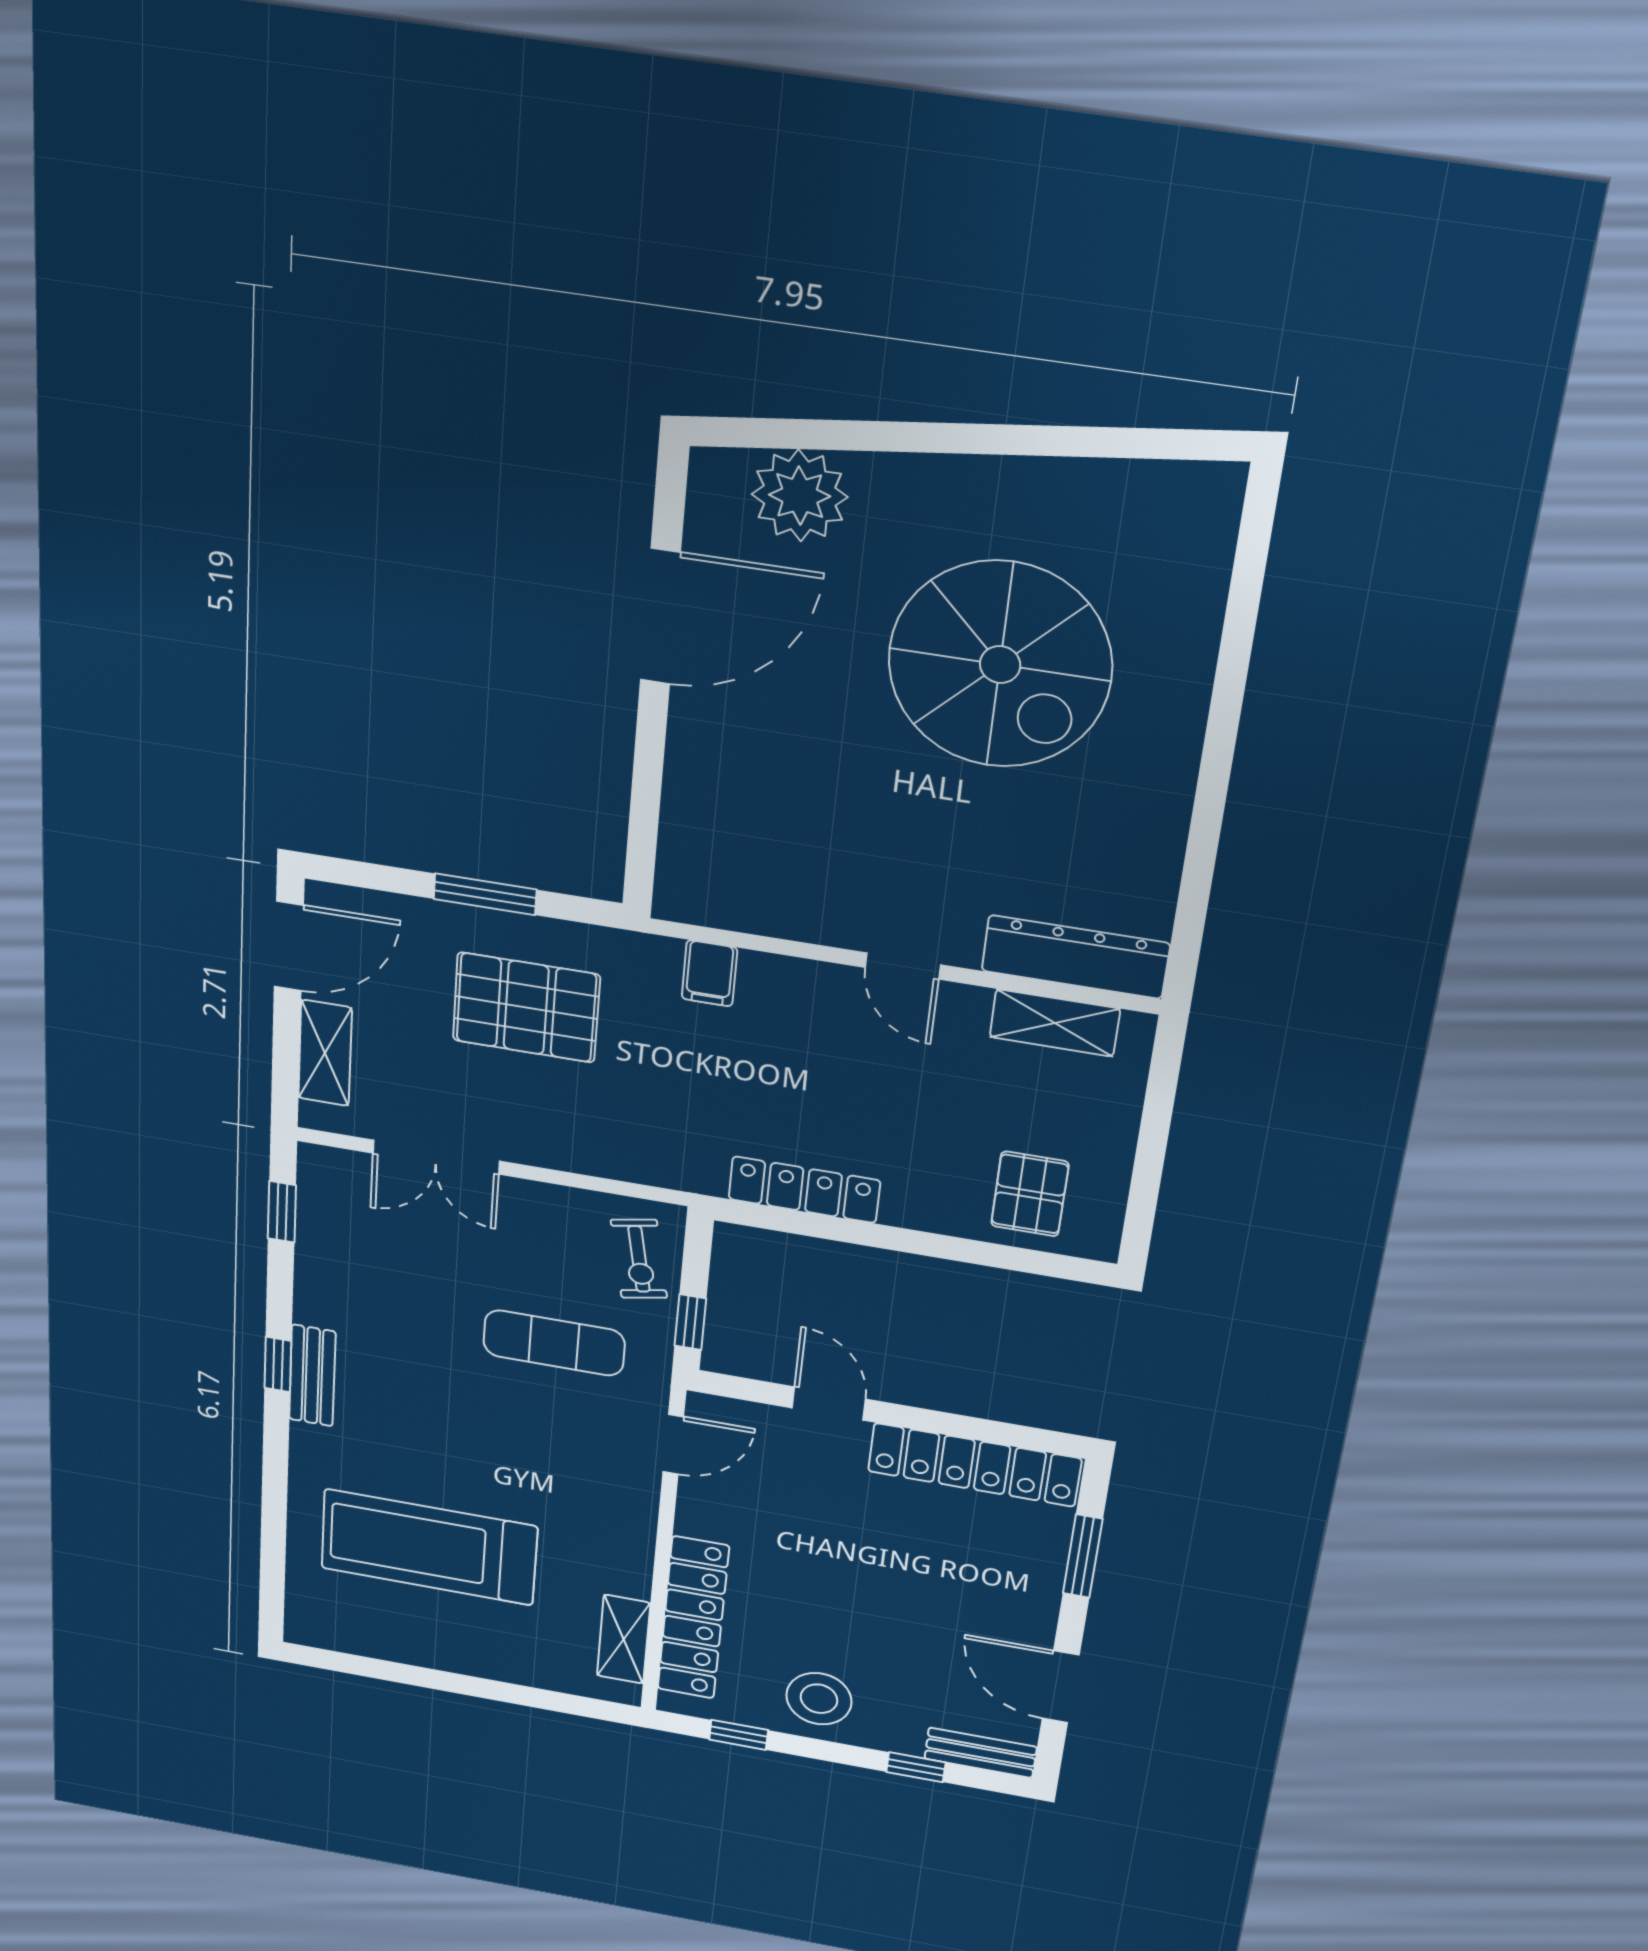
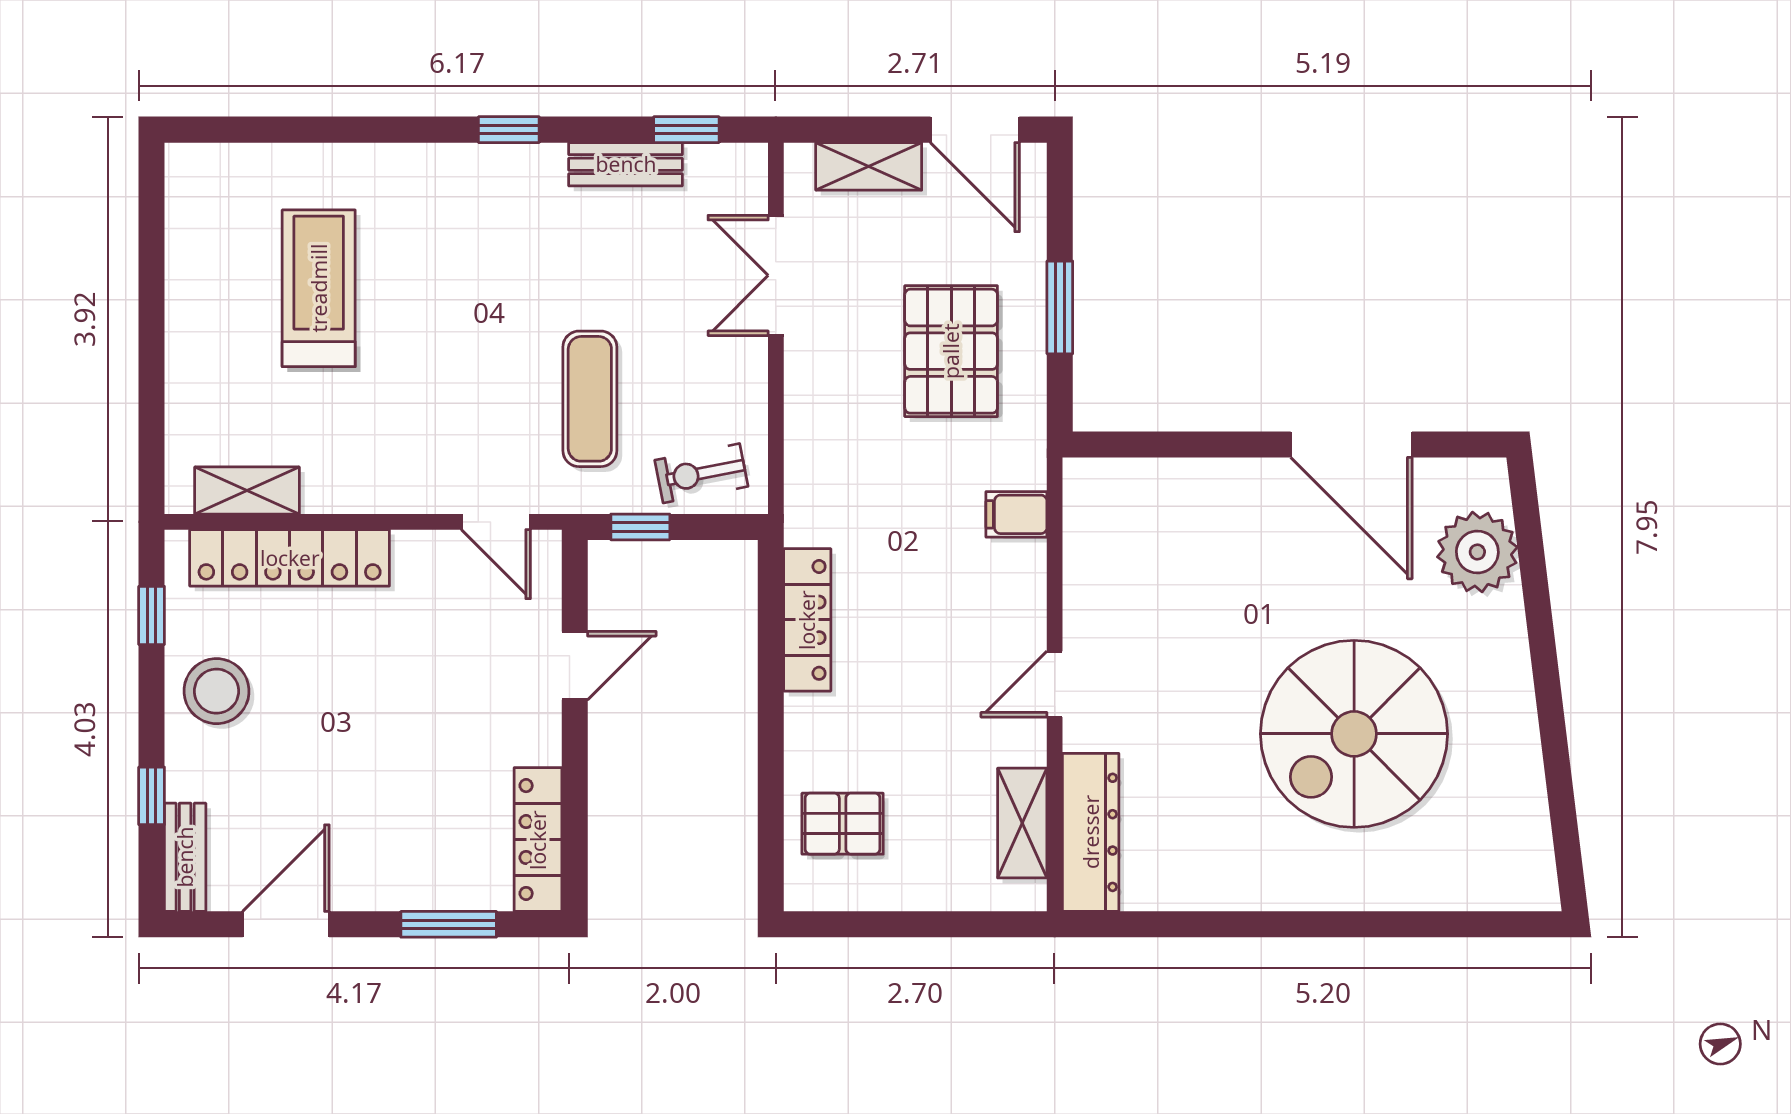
bench: (312, 1376) -> (626, 164), moved
locker: (974, 1465) -> (538, 840), width x0.71, depth x0.83
treadmill: (429, 1547) -> (319, 288), width x0.73, depth x0.73

